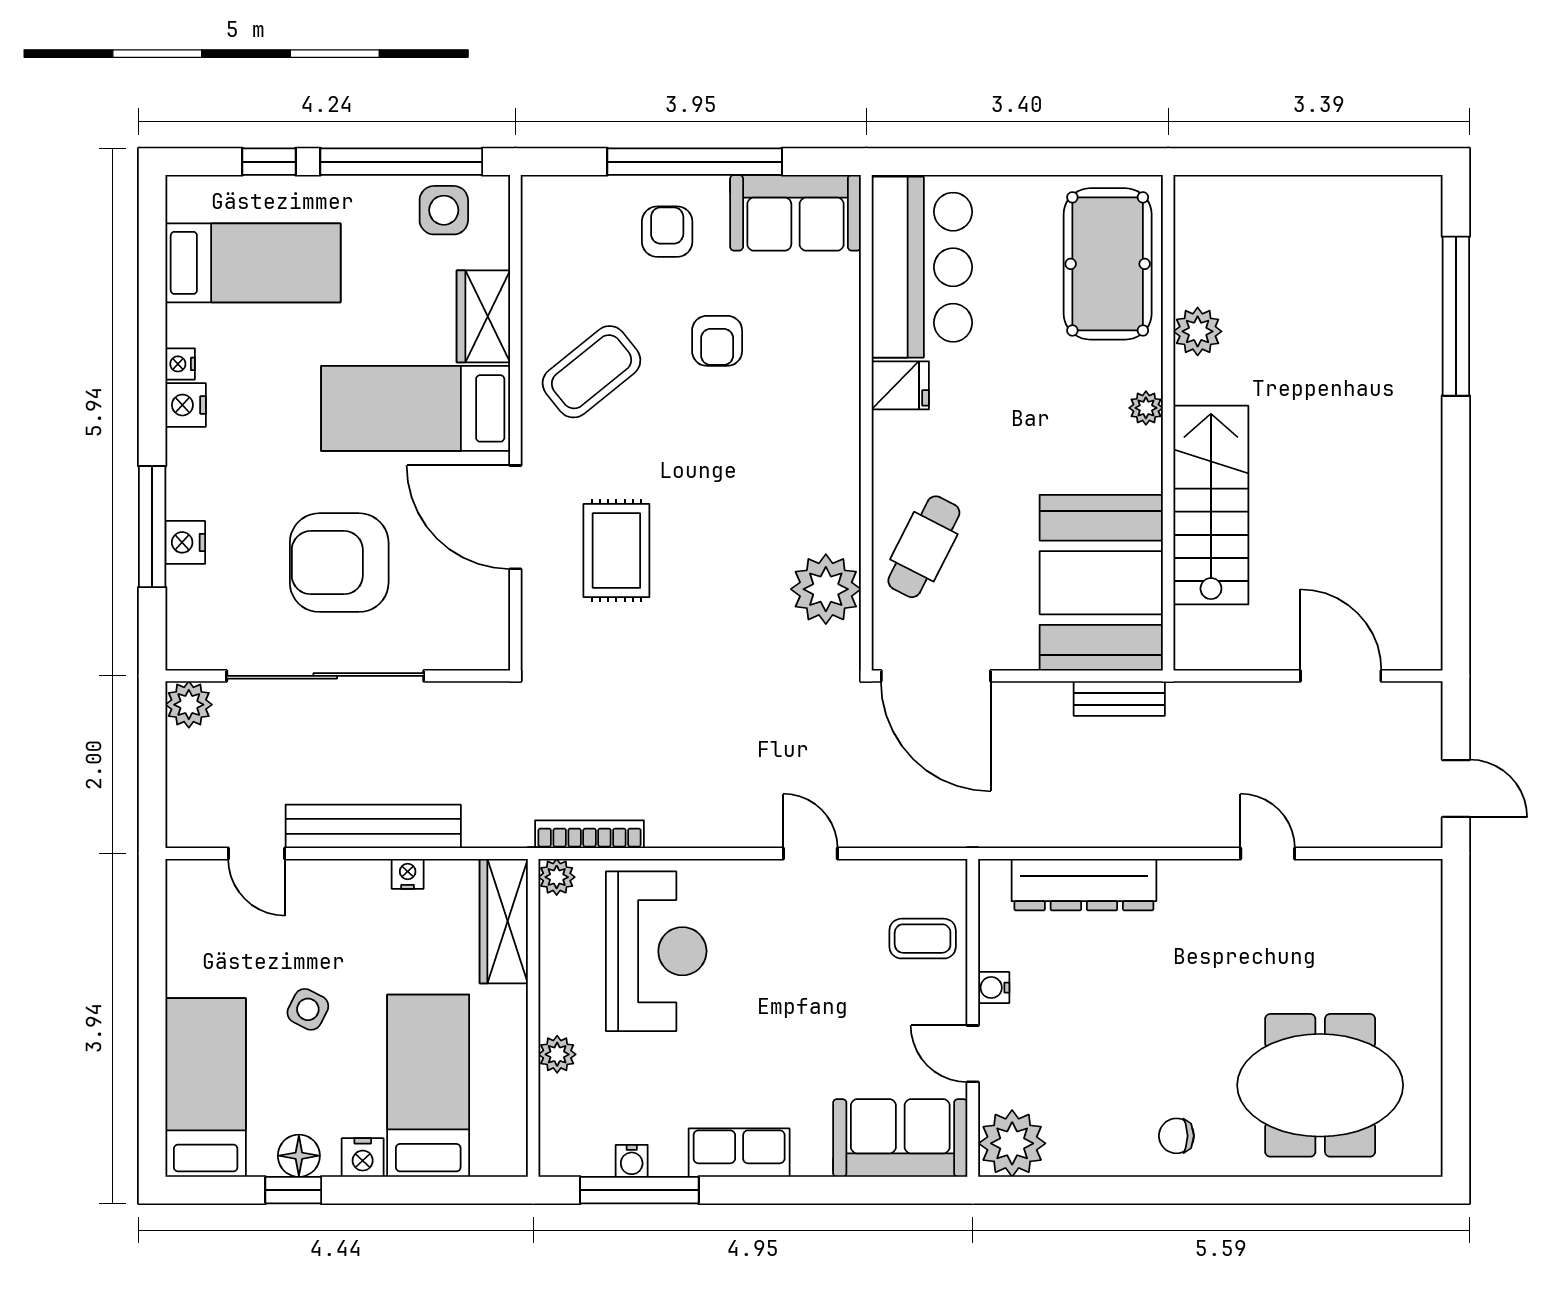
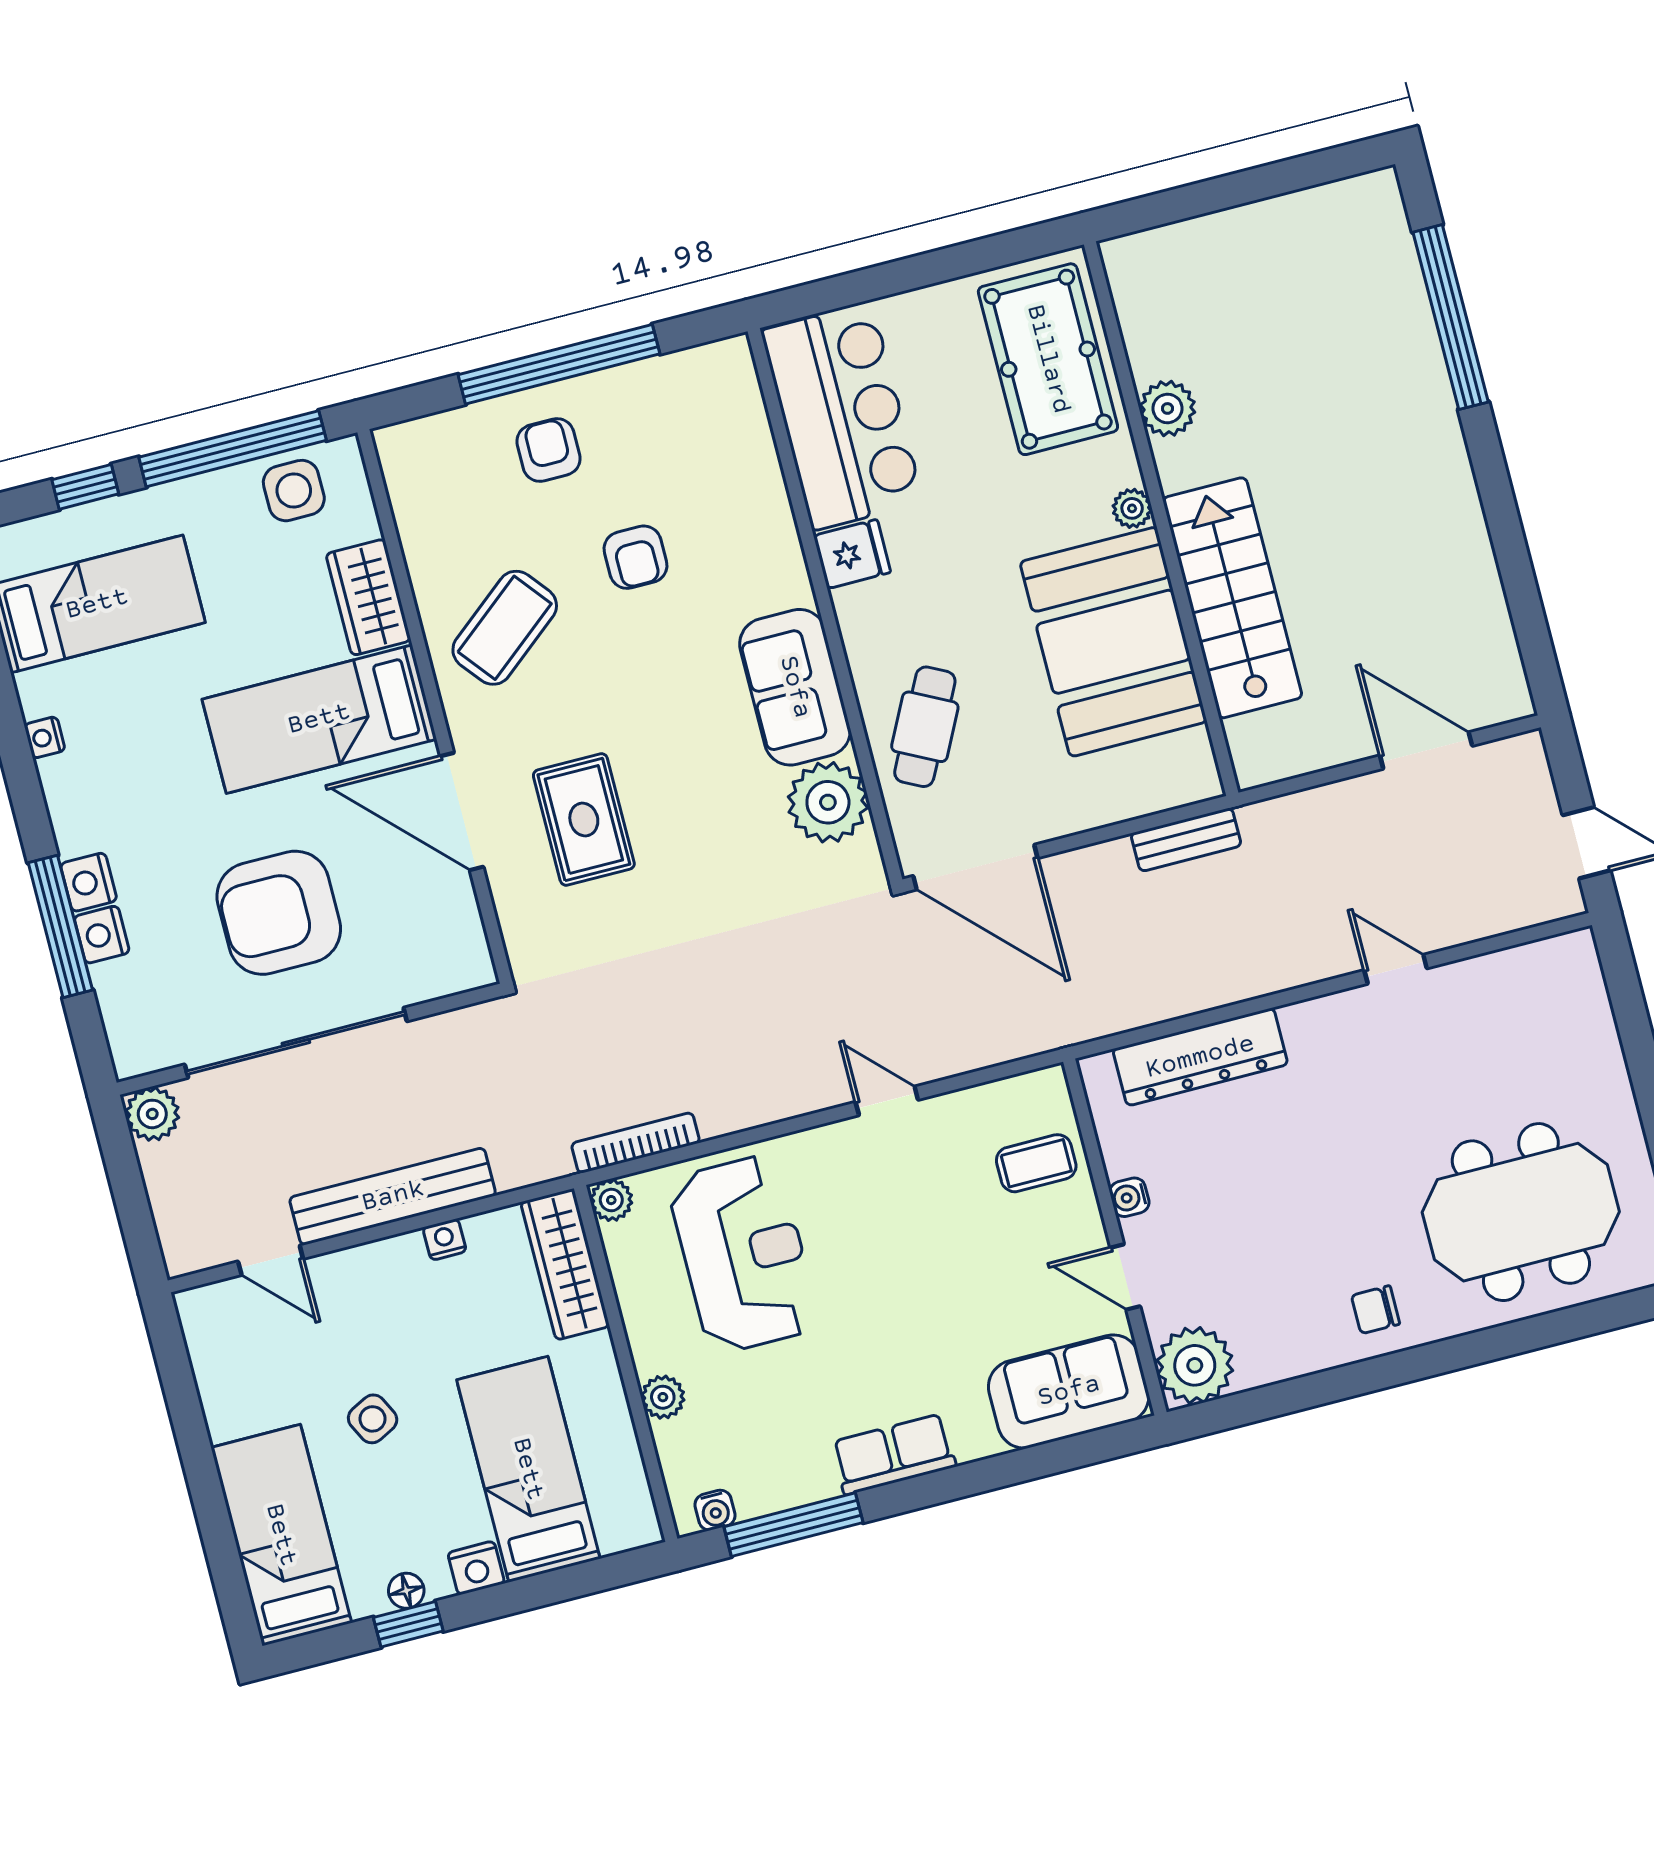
sofa: (795, 213) -> (795, 687), moved, turned 90
nightstand: (186, 405) -> (89, 882), moved
booth: (1101, 583) -> (1113, 642), moved
side table: (308, 1009) -> (373, 1419), turned 36
floor lamp: (299, 1156) -> (406, 1591), width x0.73, depth x0.73
water cooler: (632, 1161) -> (715, 1510), moved

